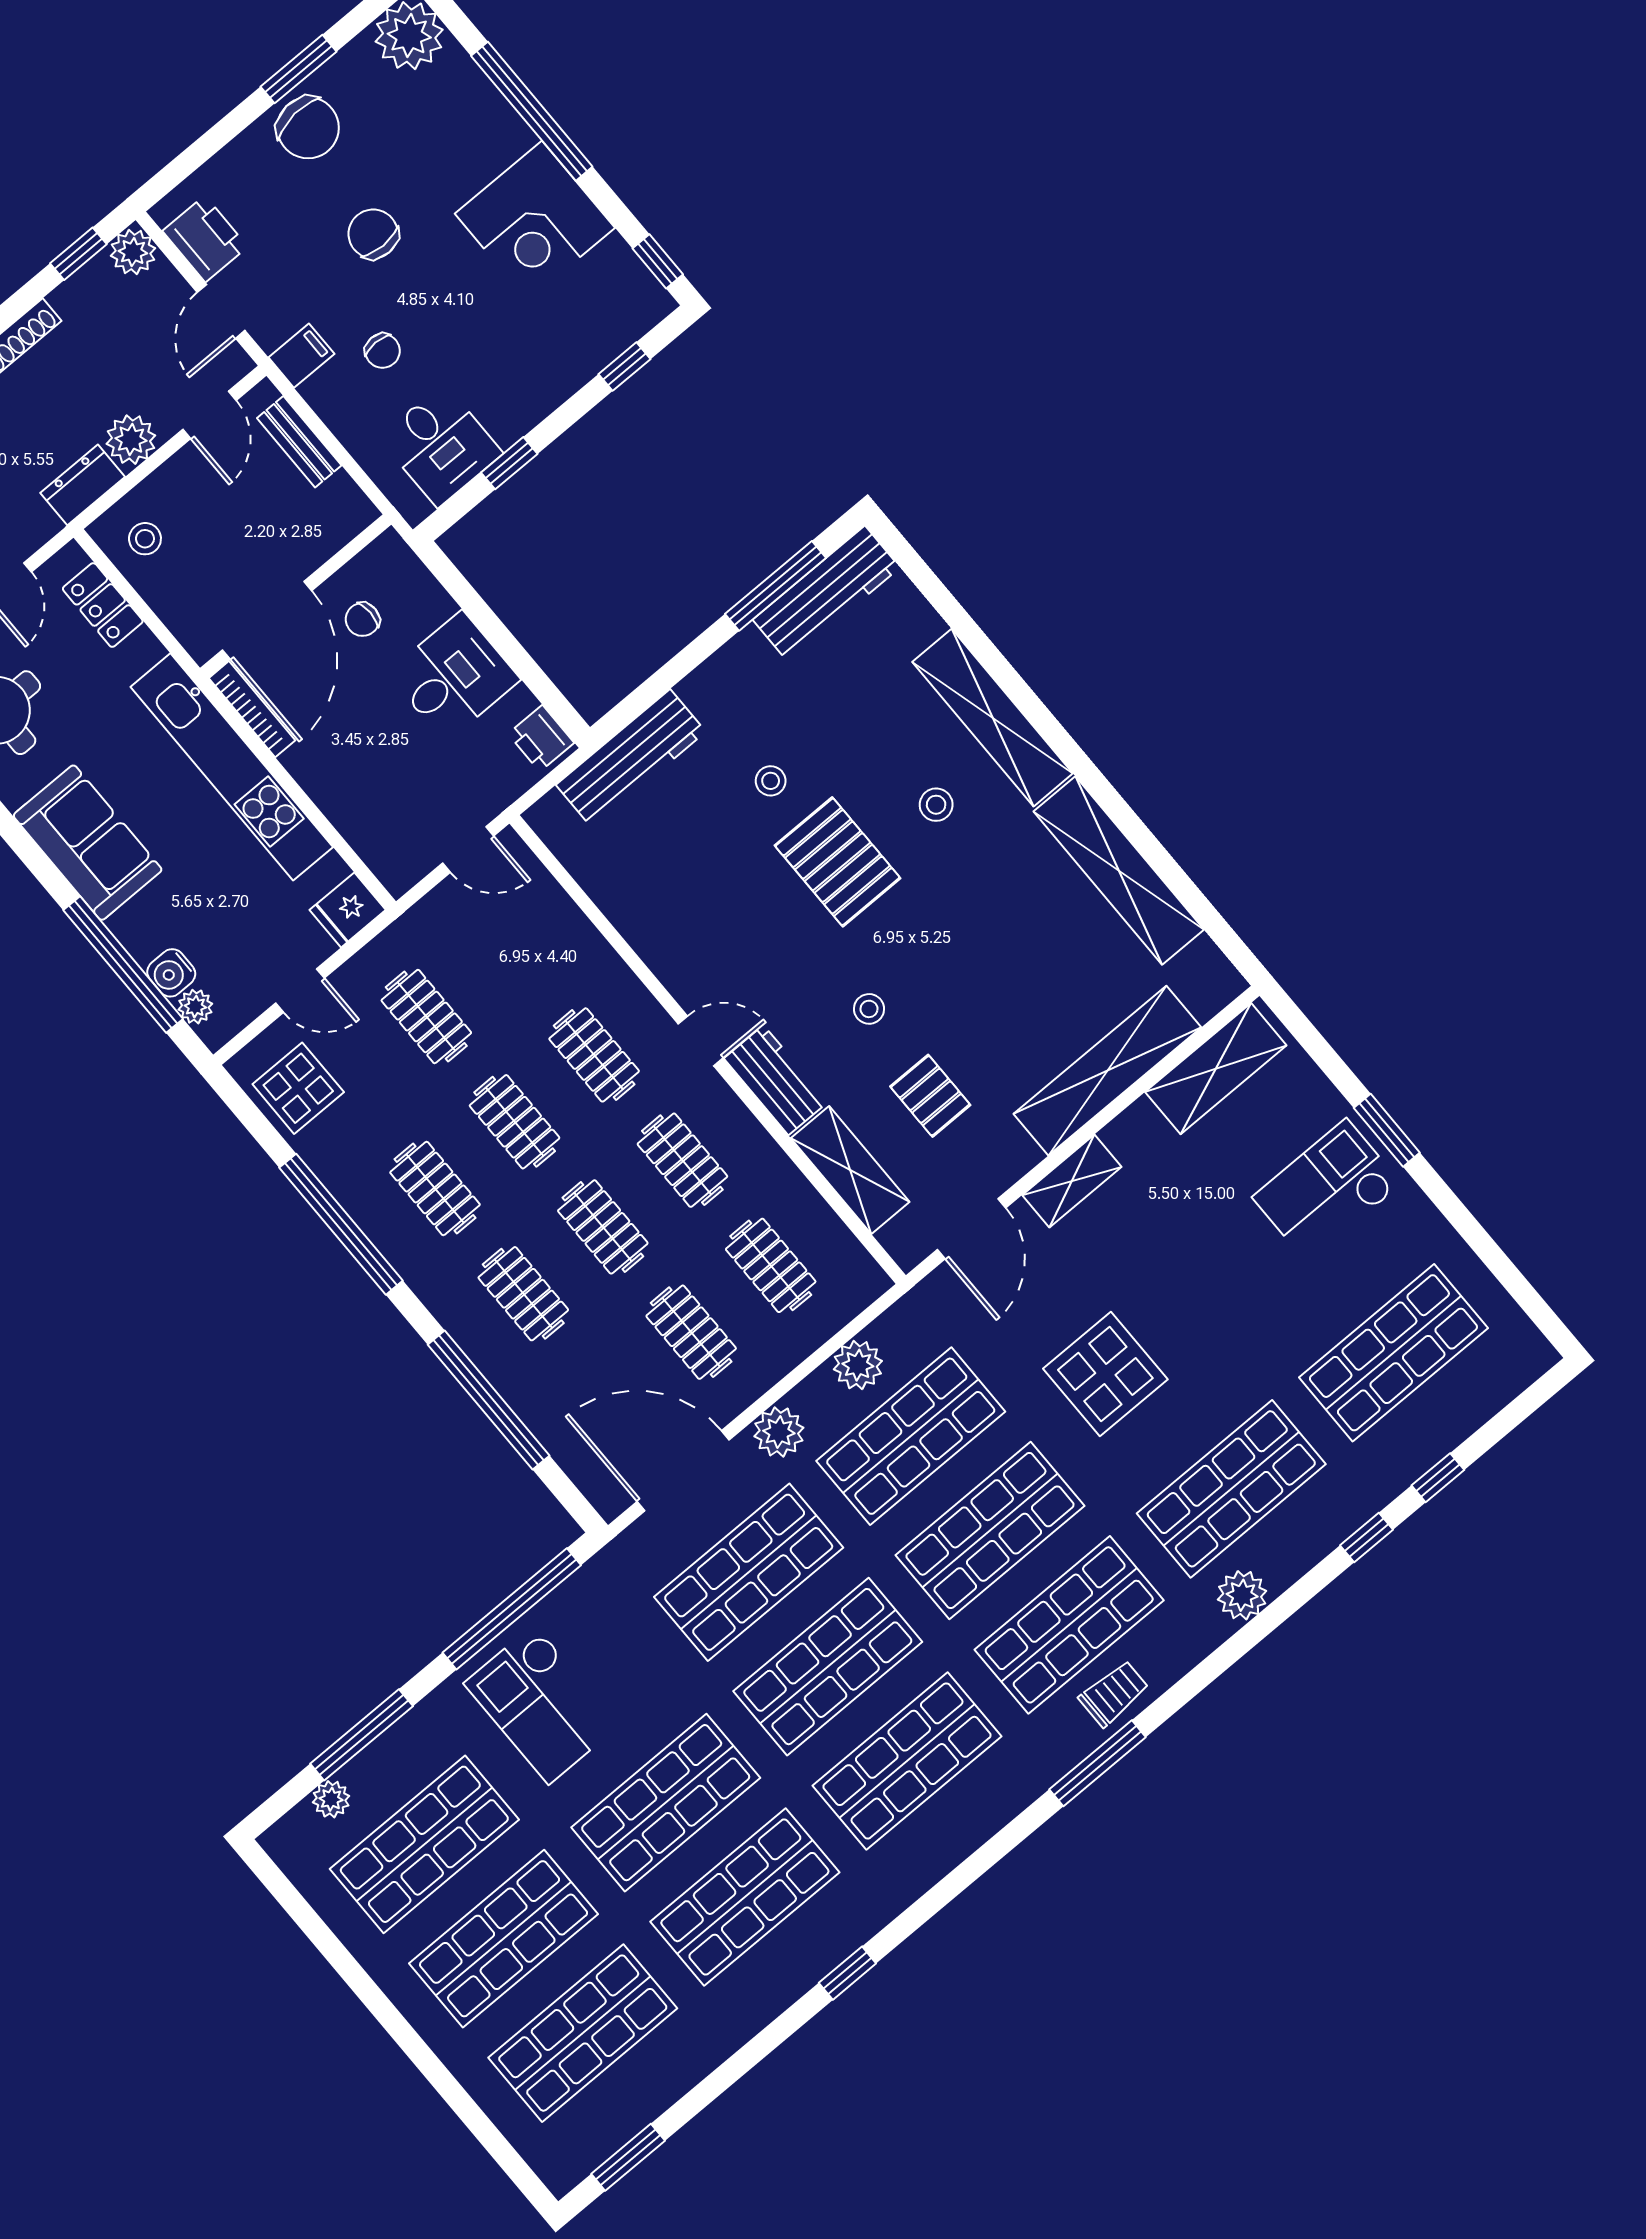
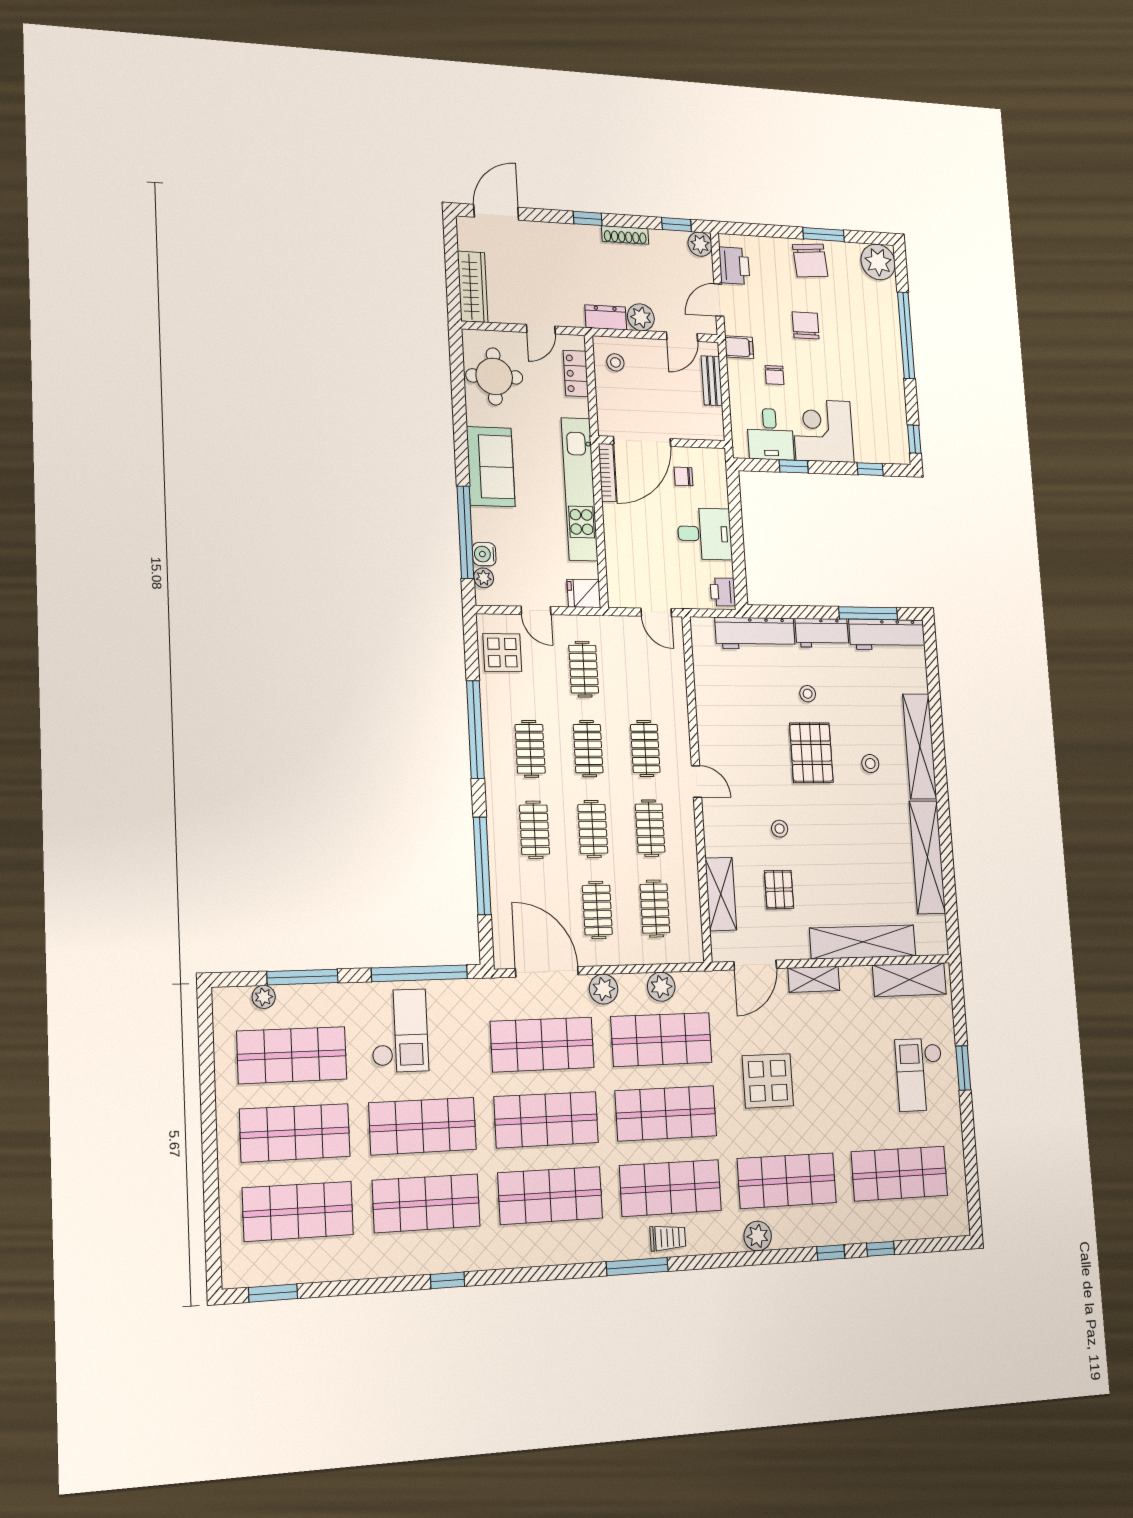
corner desk: (535, 221) -> (823, 431), moved, turned 90
workbench: (776, 1080) -> (822, 633), moved, turned 90
checkout: (1327, 1191) -> (920, 1075), turned -90
checkout: (542, 1704) -> (399, 1031), turned 180

